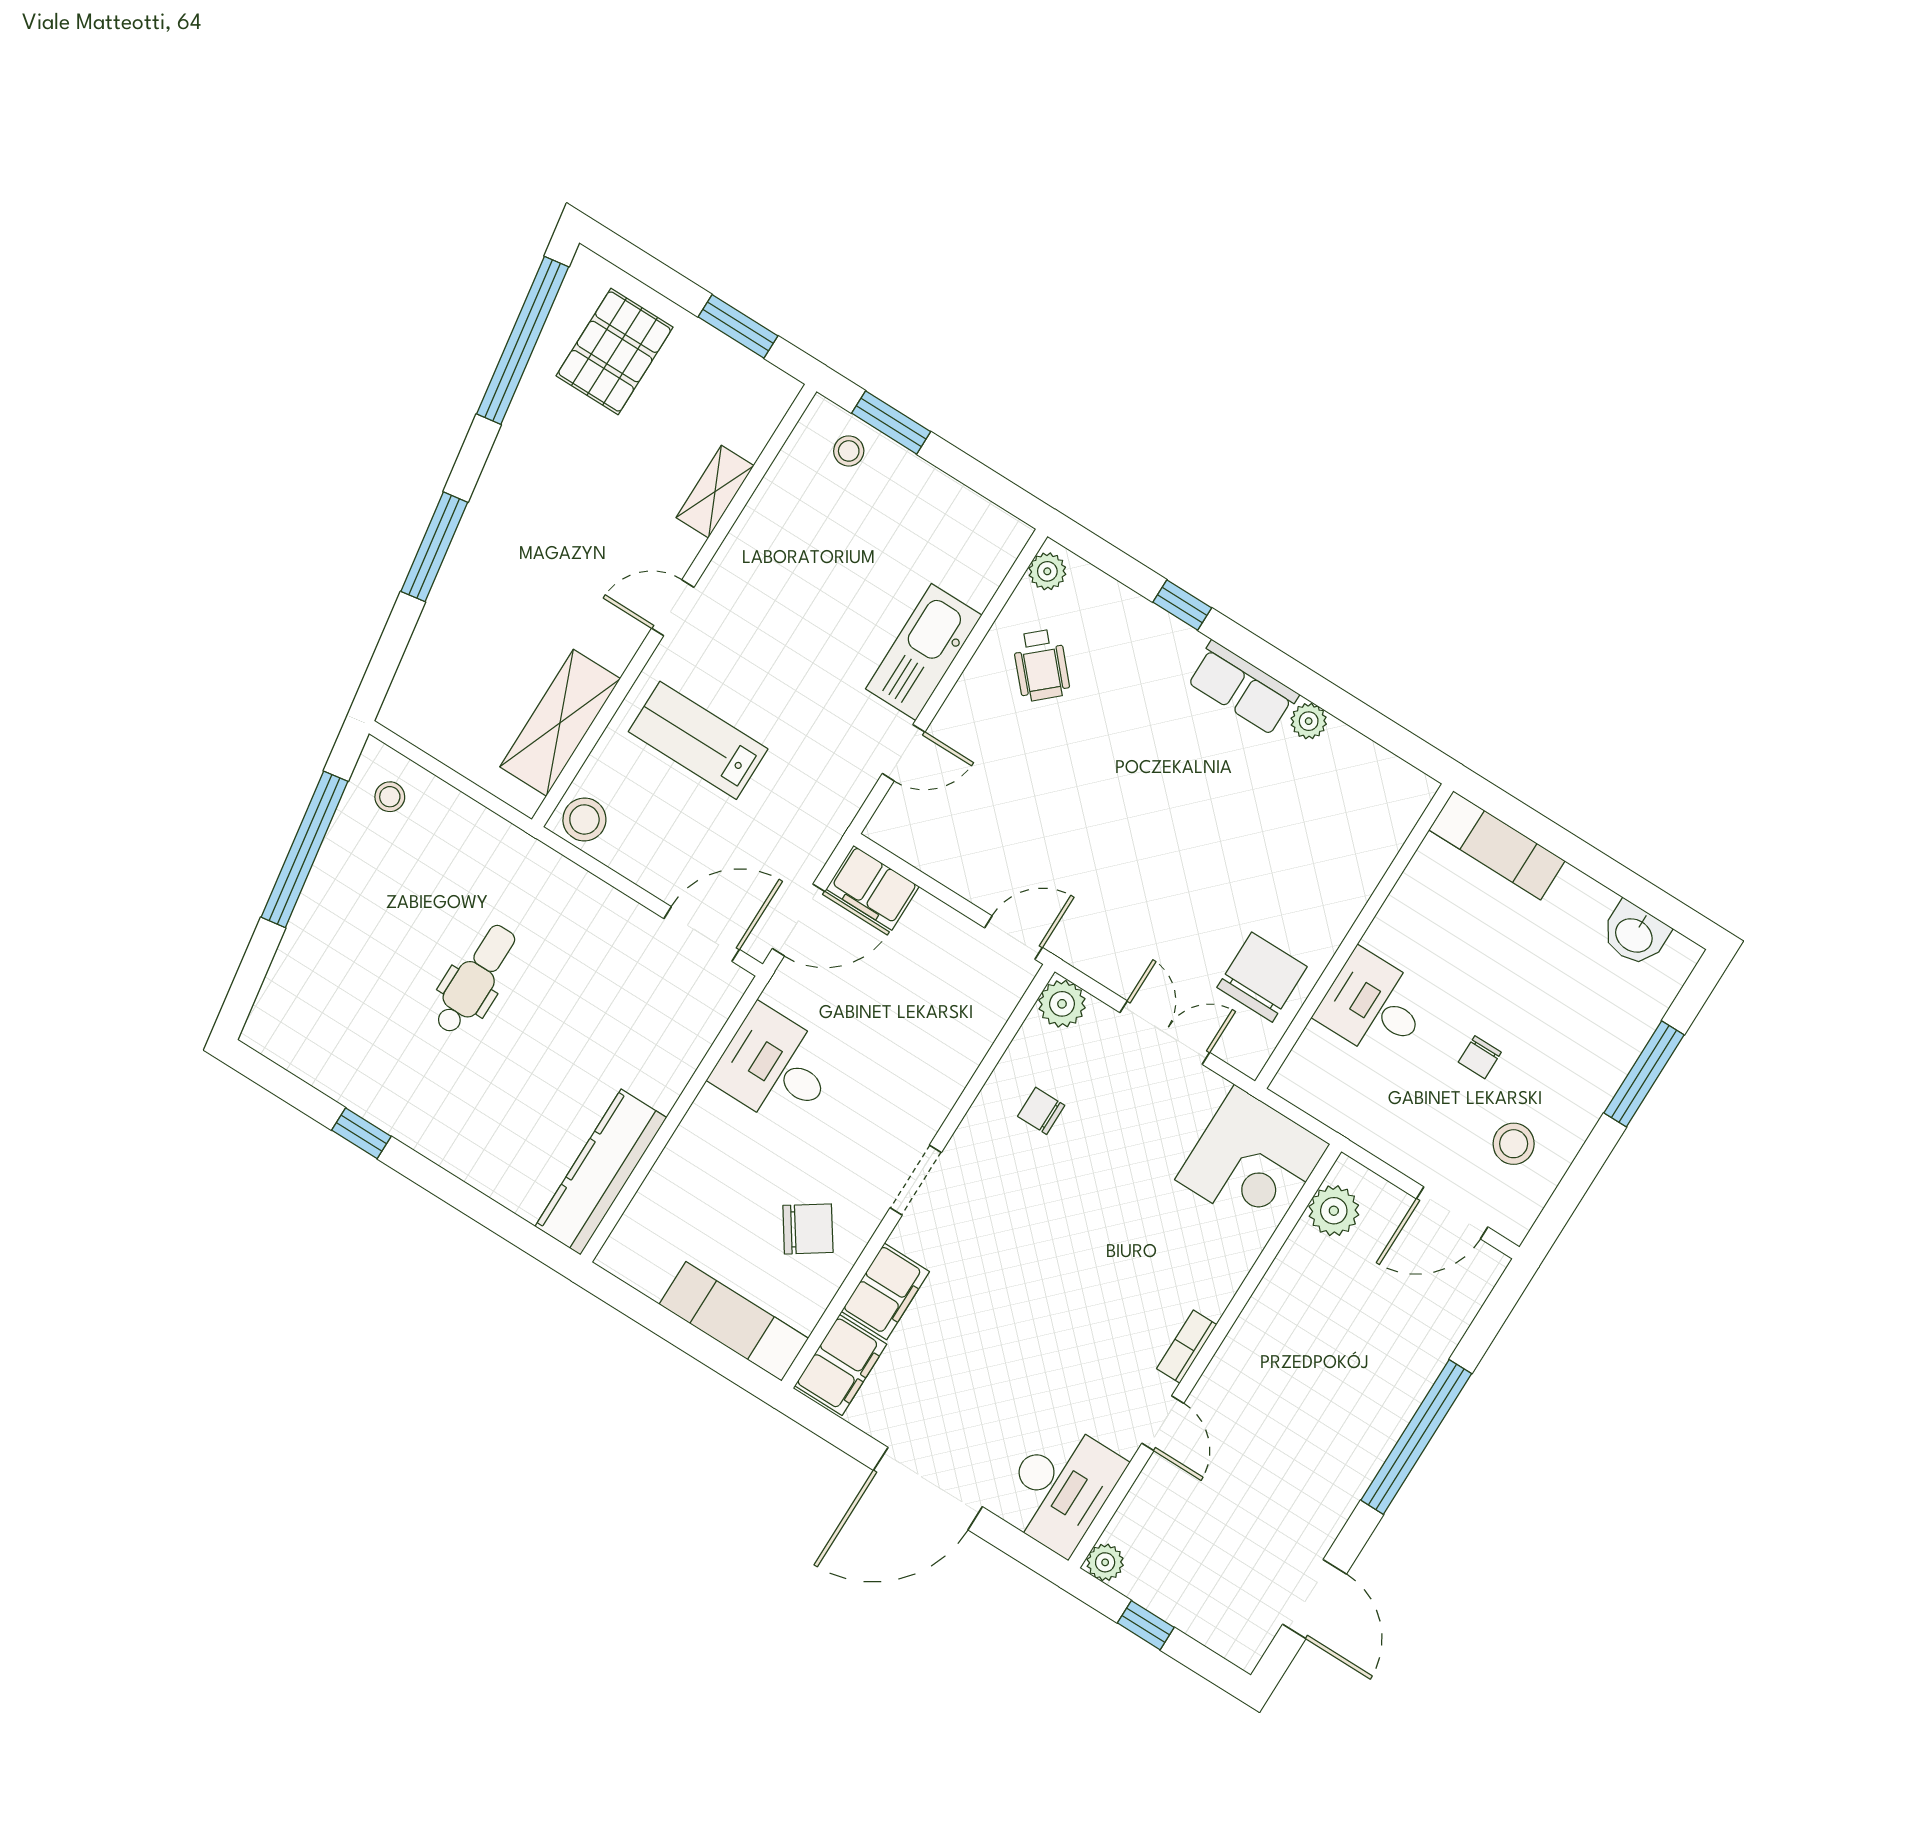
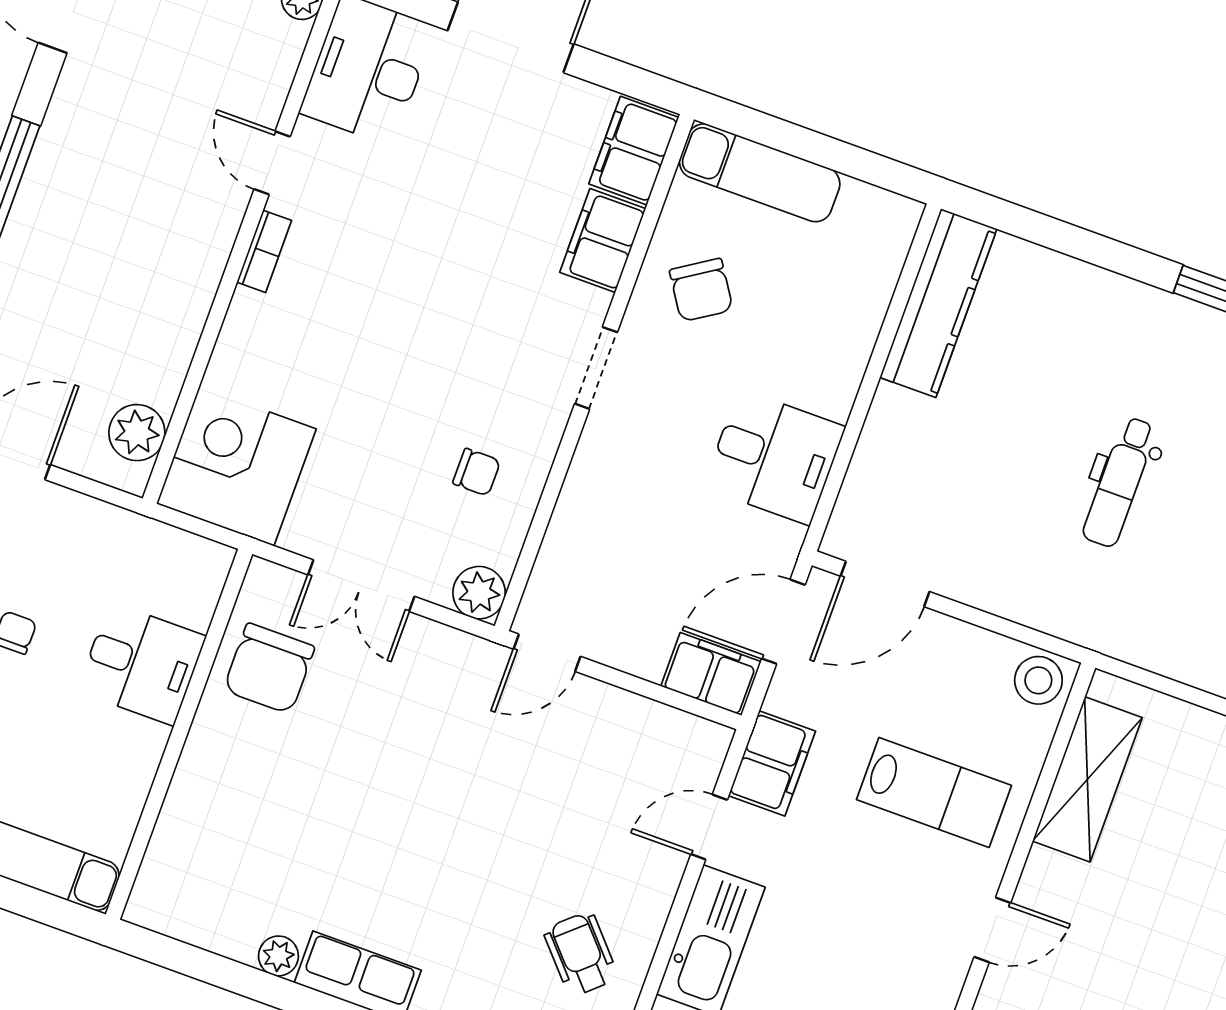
filing cabinet: (836, 797) -> (772, 763), added
chair: (808, 1229) -> (701, 290), turned -89

